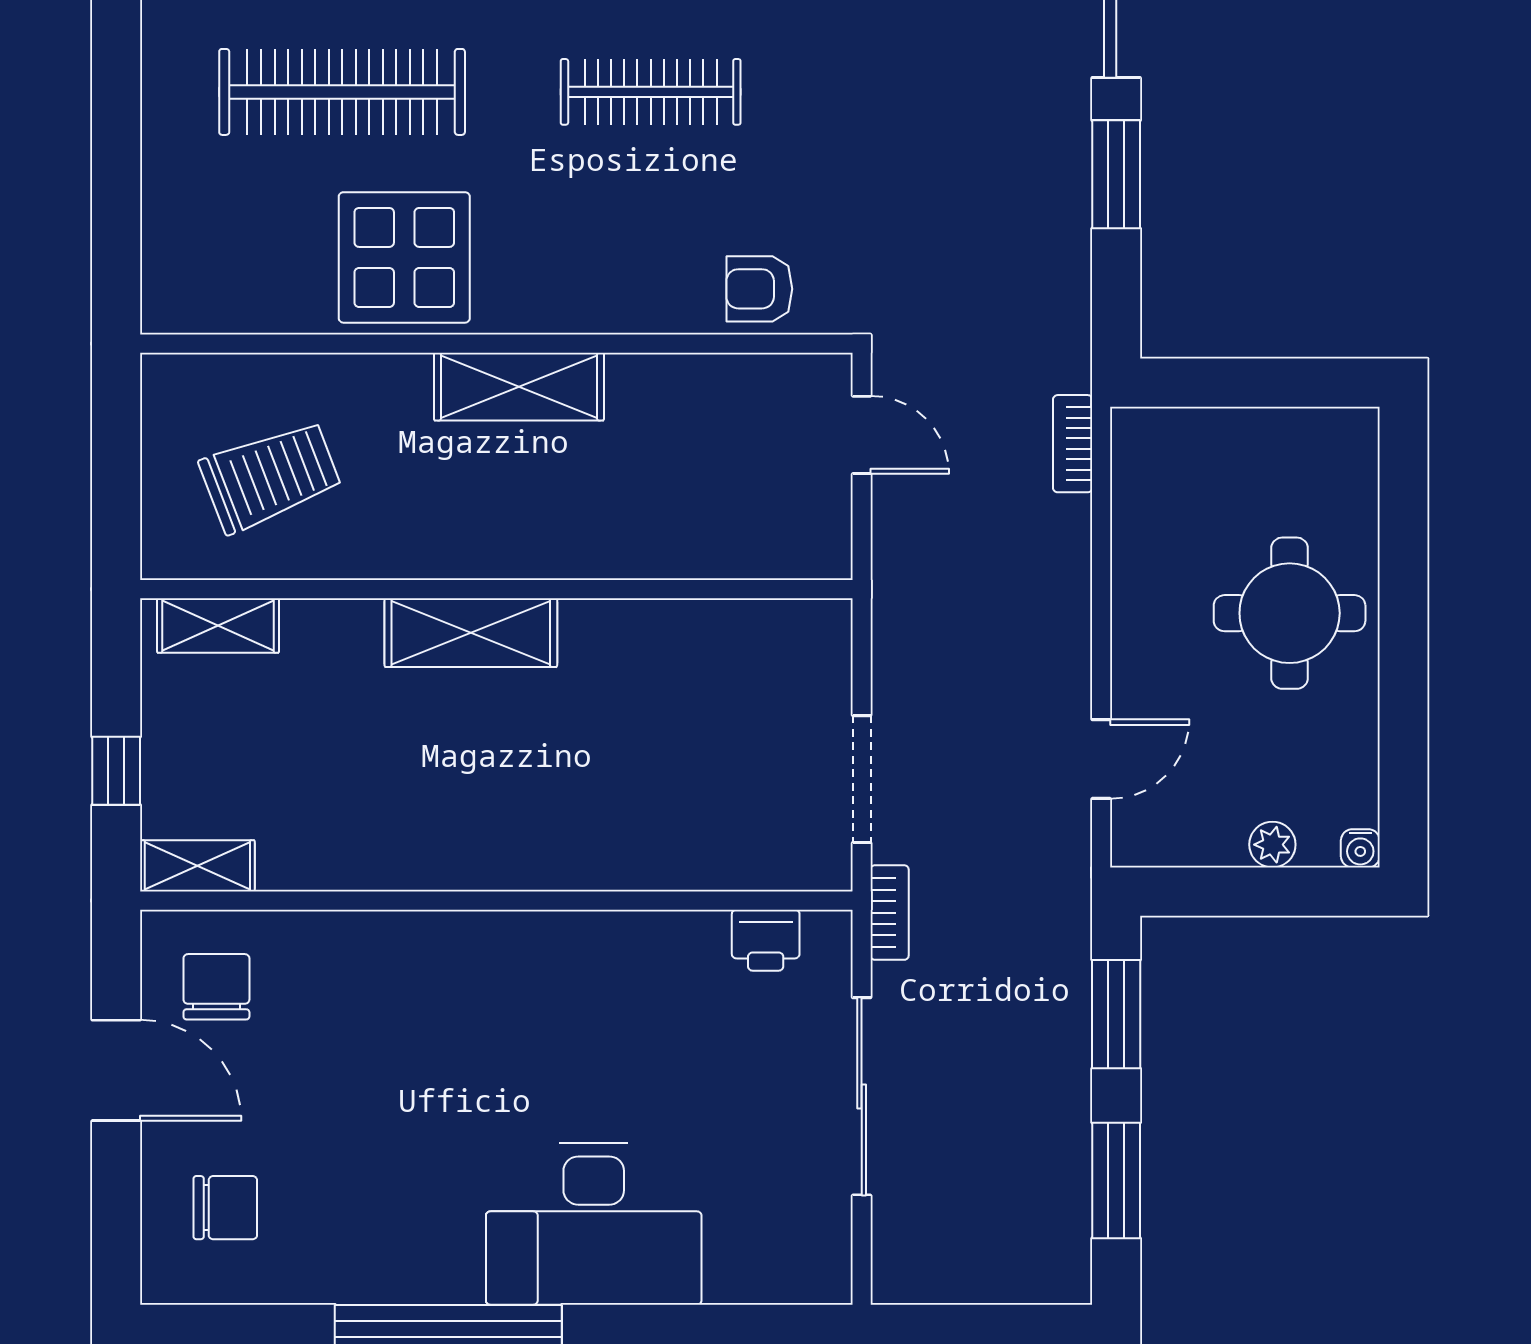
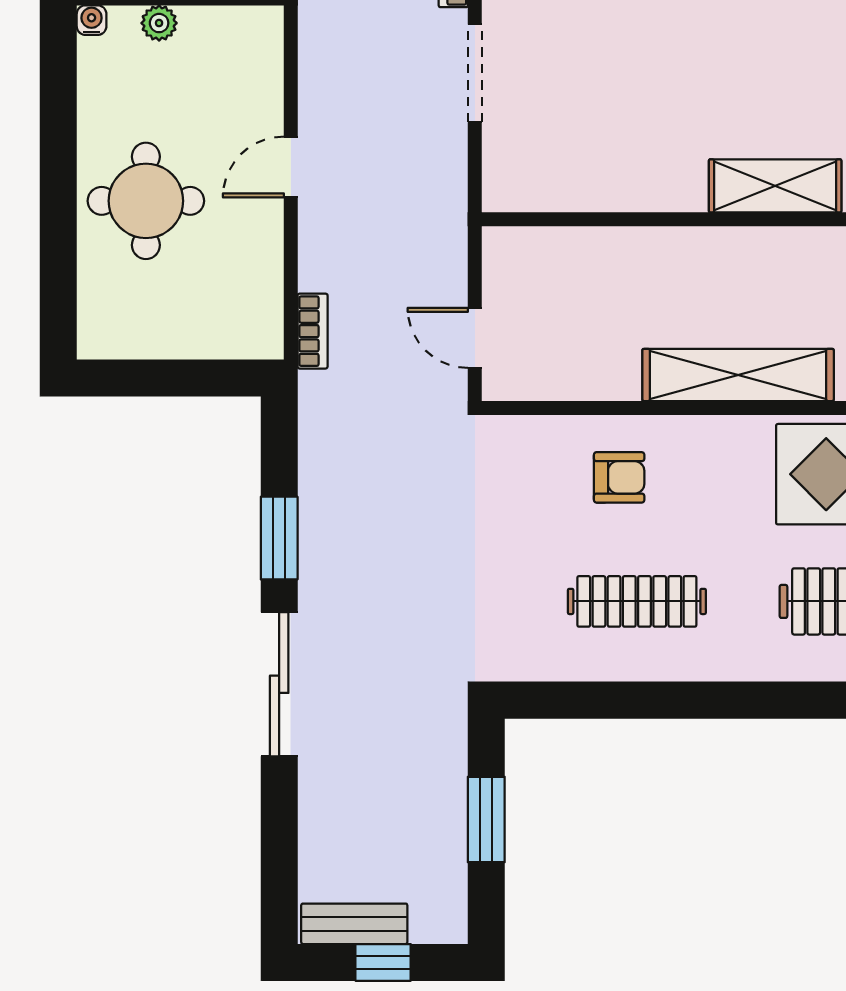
armchair: (759, 289) -> (619, 477), moved
shelving: (519, 387) -> (738, 375), width x1.47
door: (1101, 759) -> (291, 167), moved

